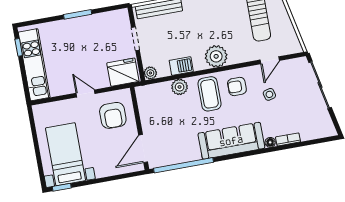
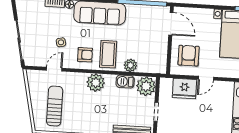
fridge: (123, 72) -> (184, 89), moved
plant: (150, 73) -> (146, 86), width x1.87, depth x1.87
door: (86, 93) -> (206, 78), hinge flipped
door: (143, 149) -> (171, 24), hinge flipped

